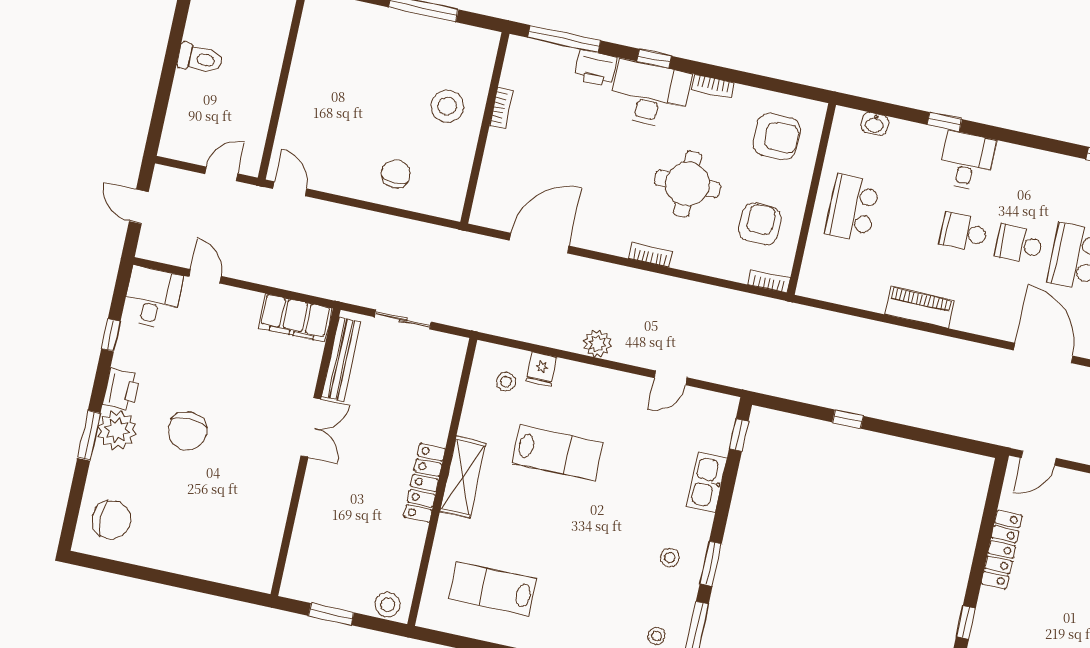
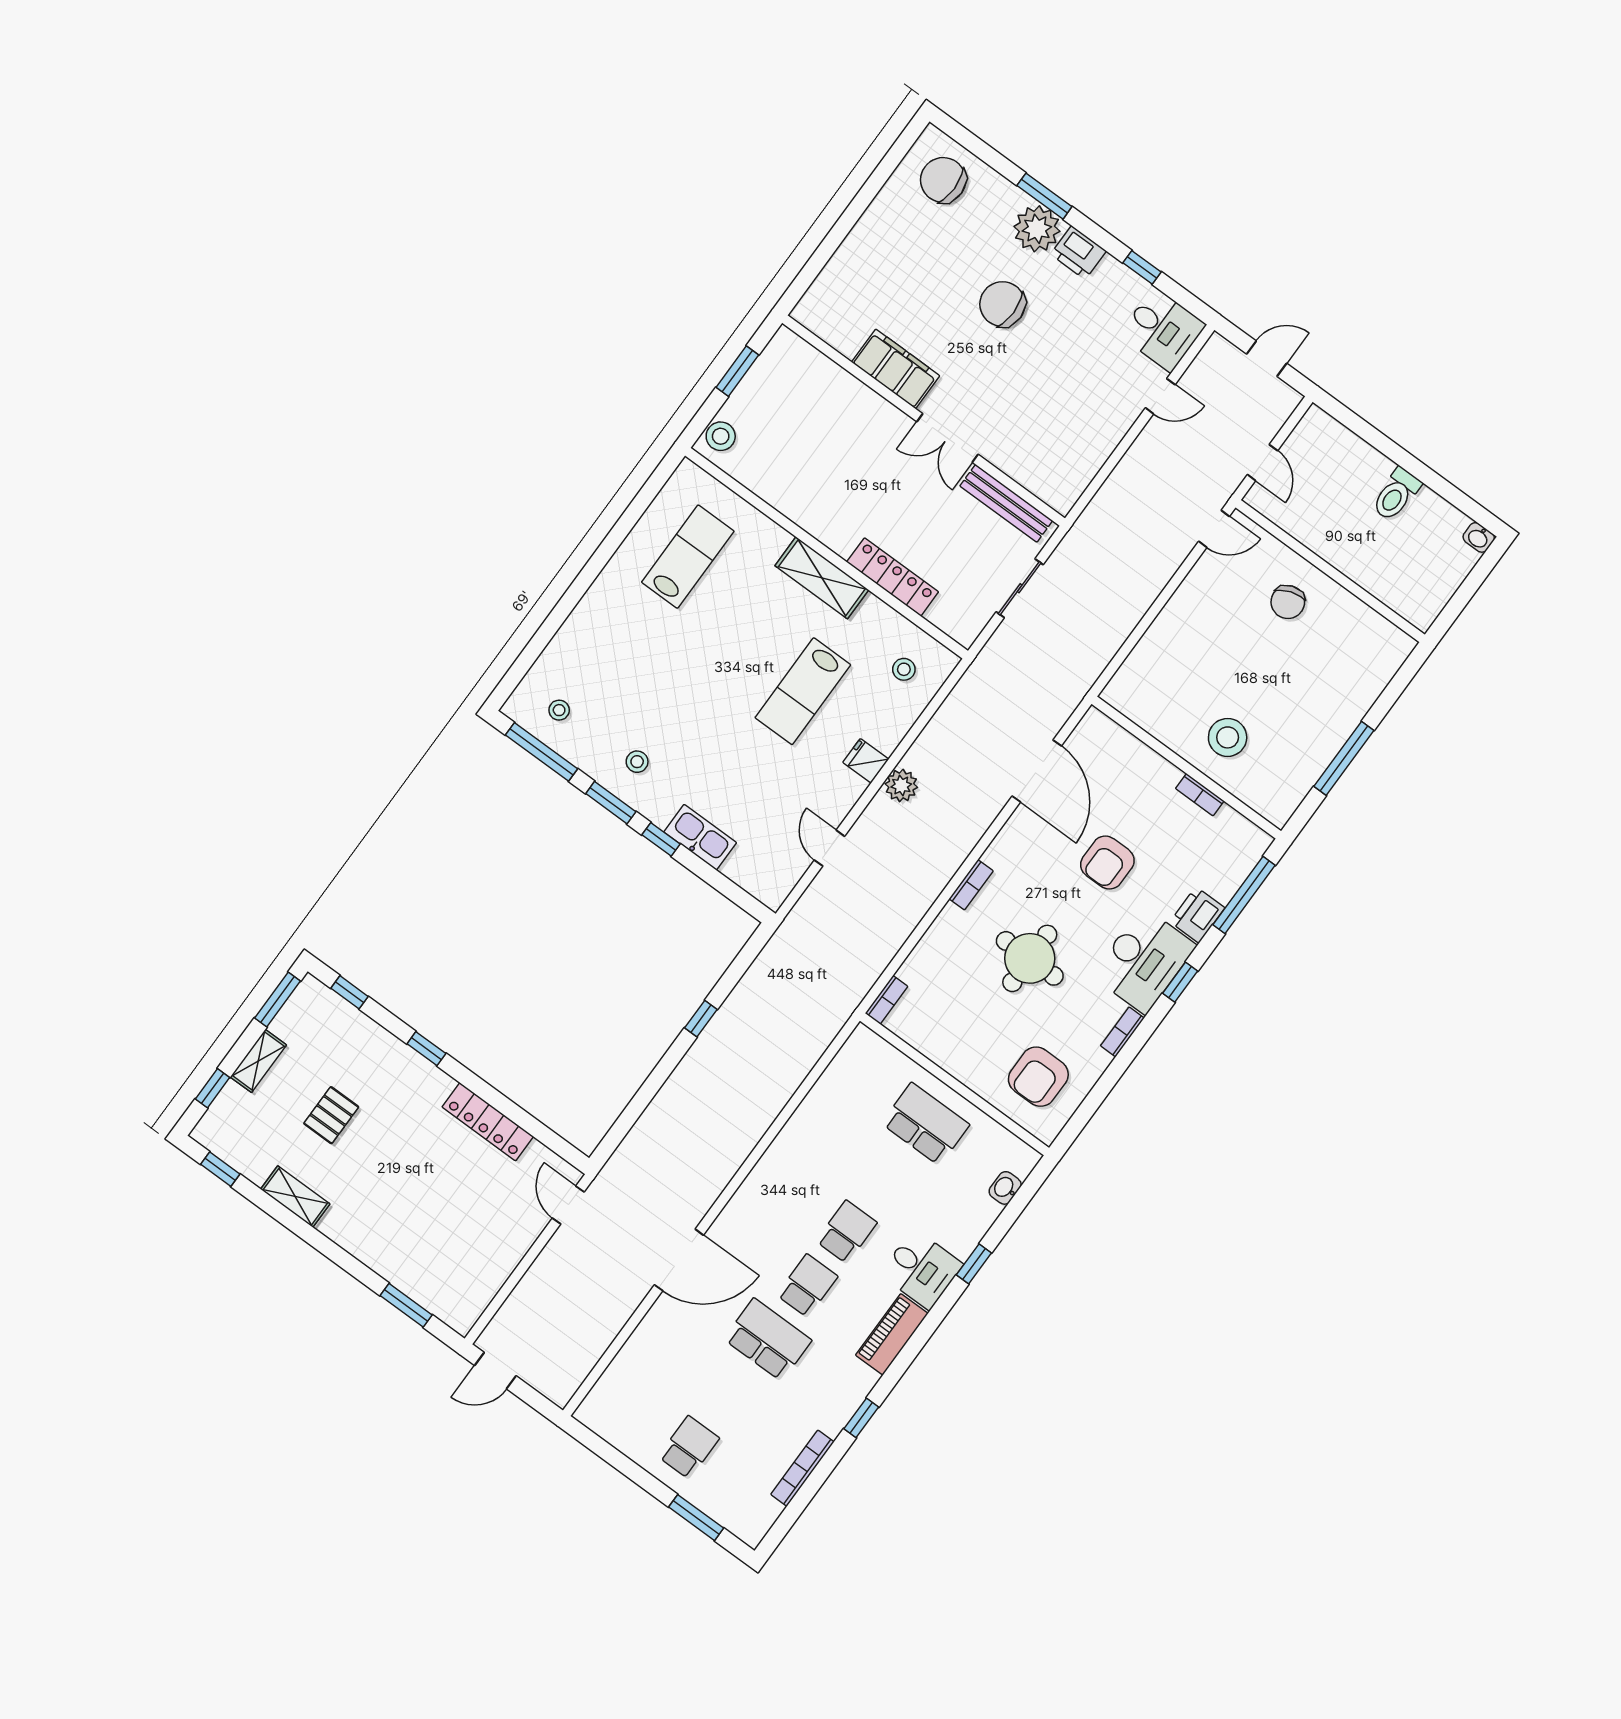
chair: (396, 174) -> (1288, 602), moved, turned 71
armchair: (760, 224) -> (1107, 863), moved, turned 90
piano: (920, 307) -> (892, 1334), moved, turned 180
filing cabinet: (295, 318) -> (896, 369), moved, turned 90
fridge: (542, 369) -> (866, 761), moved
window: (739, 435) -> (661, 839), moved
locker: (425, 483) -> (893, 577), moved
chair: (111, 520) -> (943, 180), turned 90

